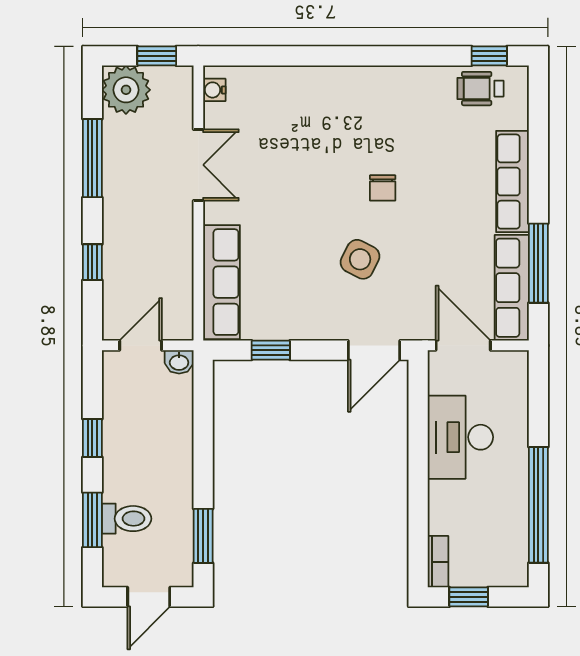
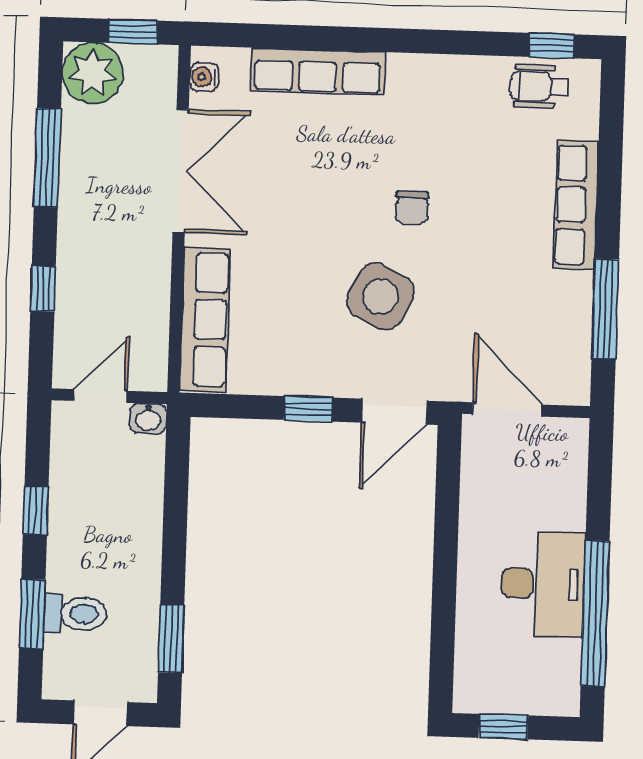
double door: (198, 165) -> (181, 171), width x1.37
side table: (360, 259) -> (381, 297), width x1.37, depth x1.37
row of seats: (512, 288) -> (318, 71), moved, turned -90
window: (271, 350) -> (308, 409), moved
desk: (460, 437) -> (543, 584), moved, turned 180
bookcase: (438, 562) -> (466, 681), removed

